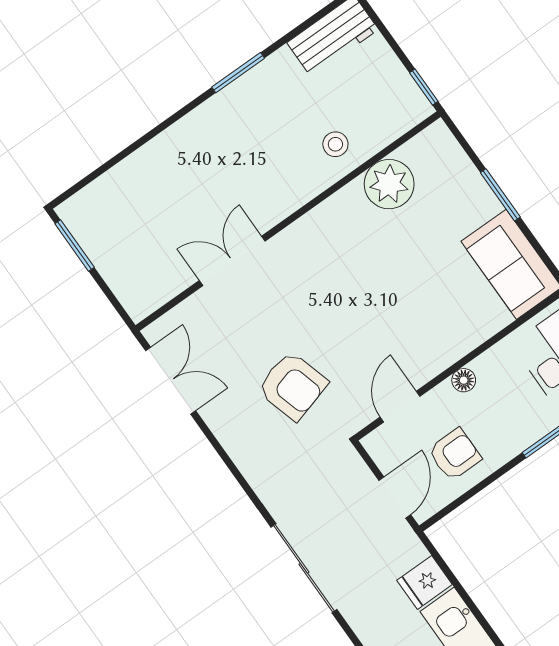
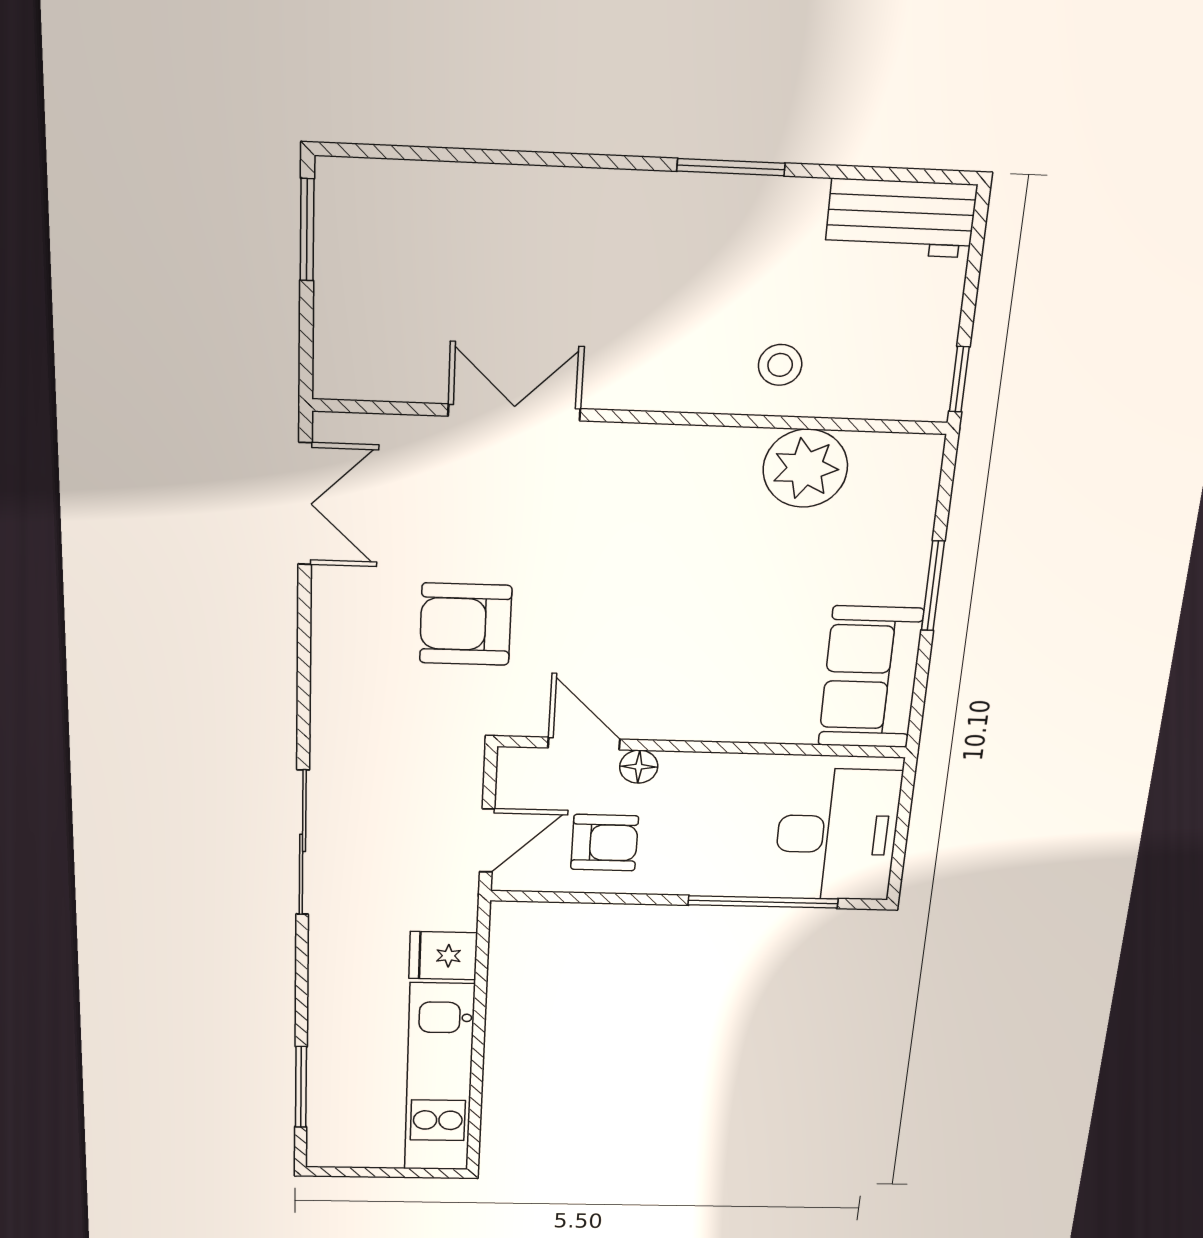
floor lamp: (464, 380) -> (639, 767), moved
armchair: (293, 386) -> (466, 624), turned 106
door: (400, 407) -> (584, 744), hinge flipped

